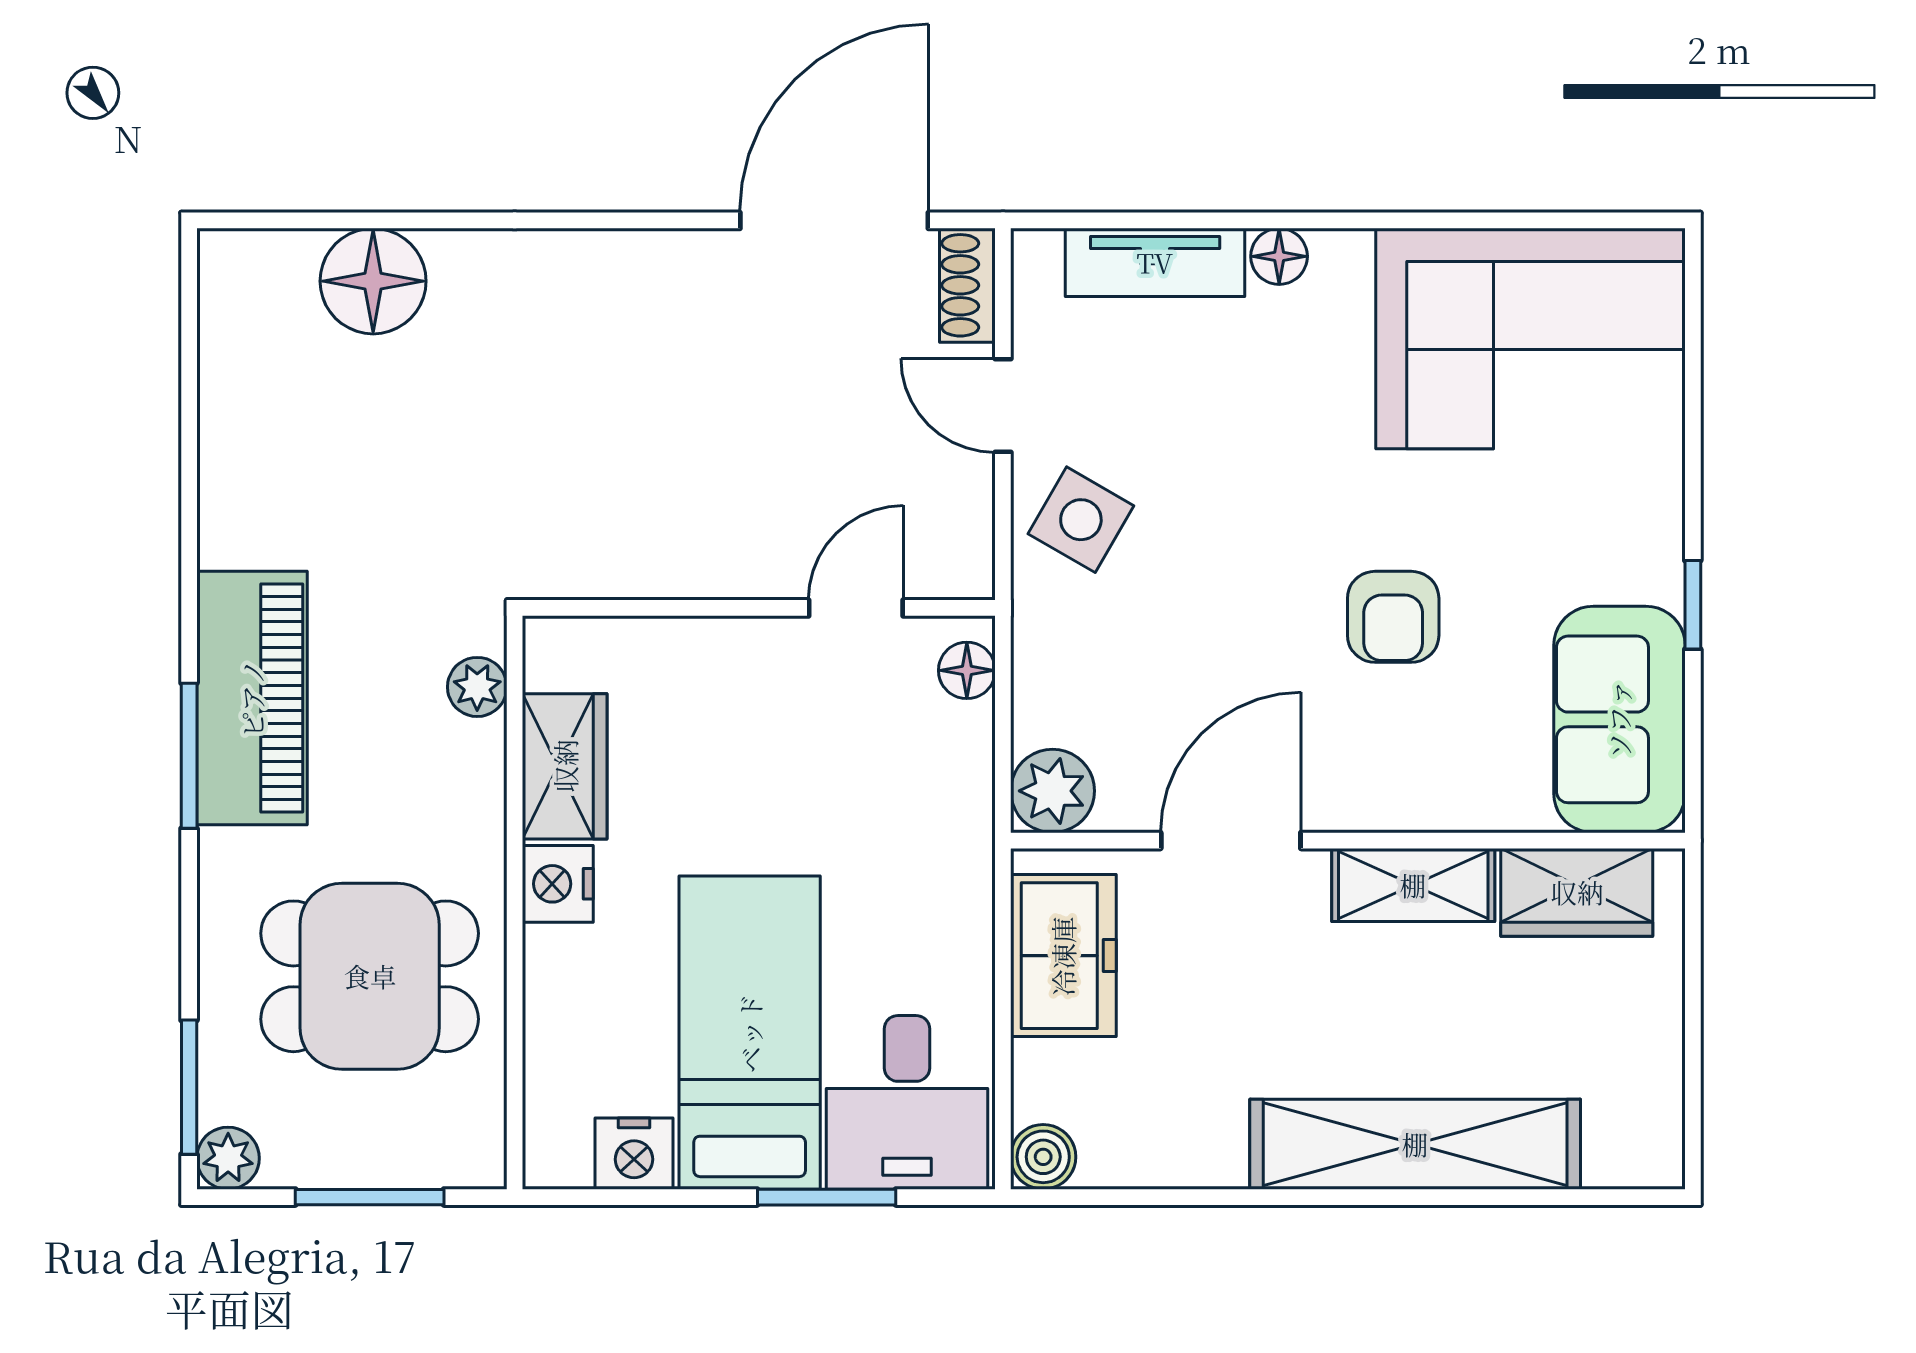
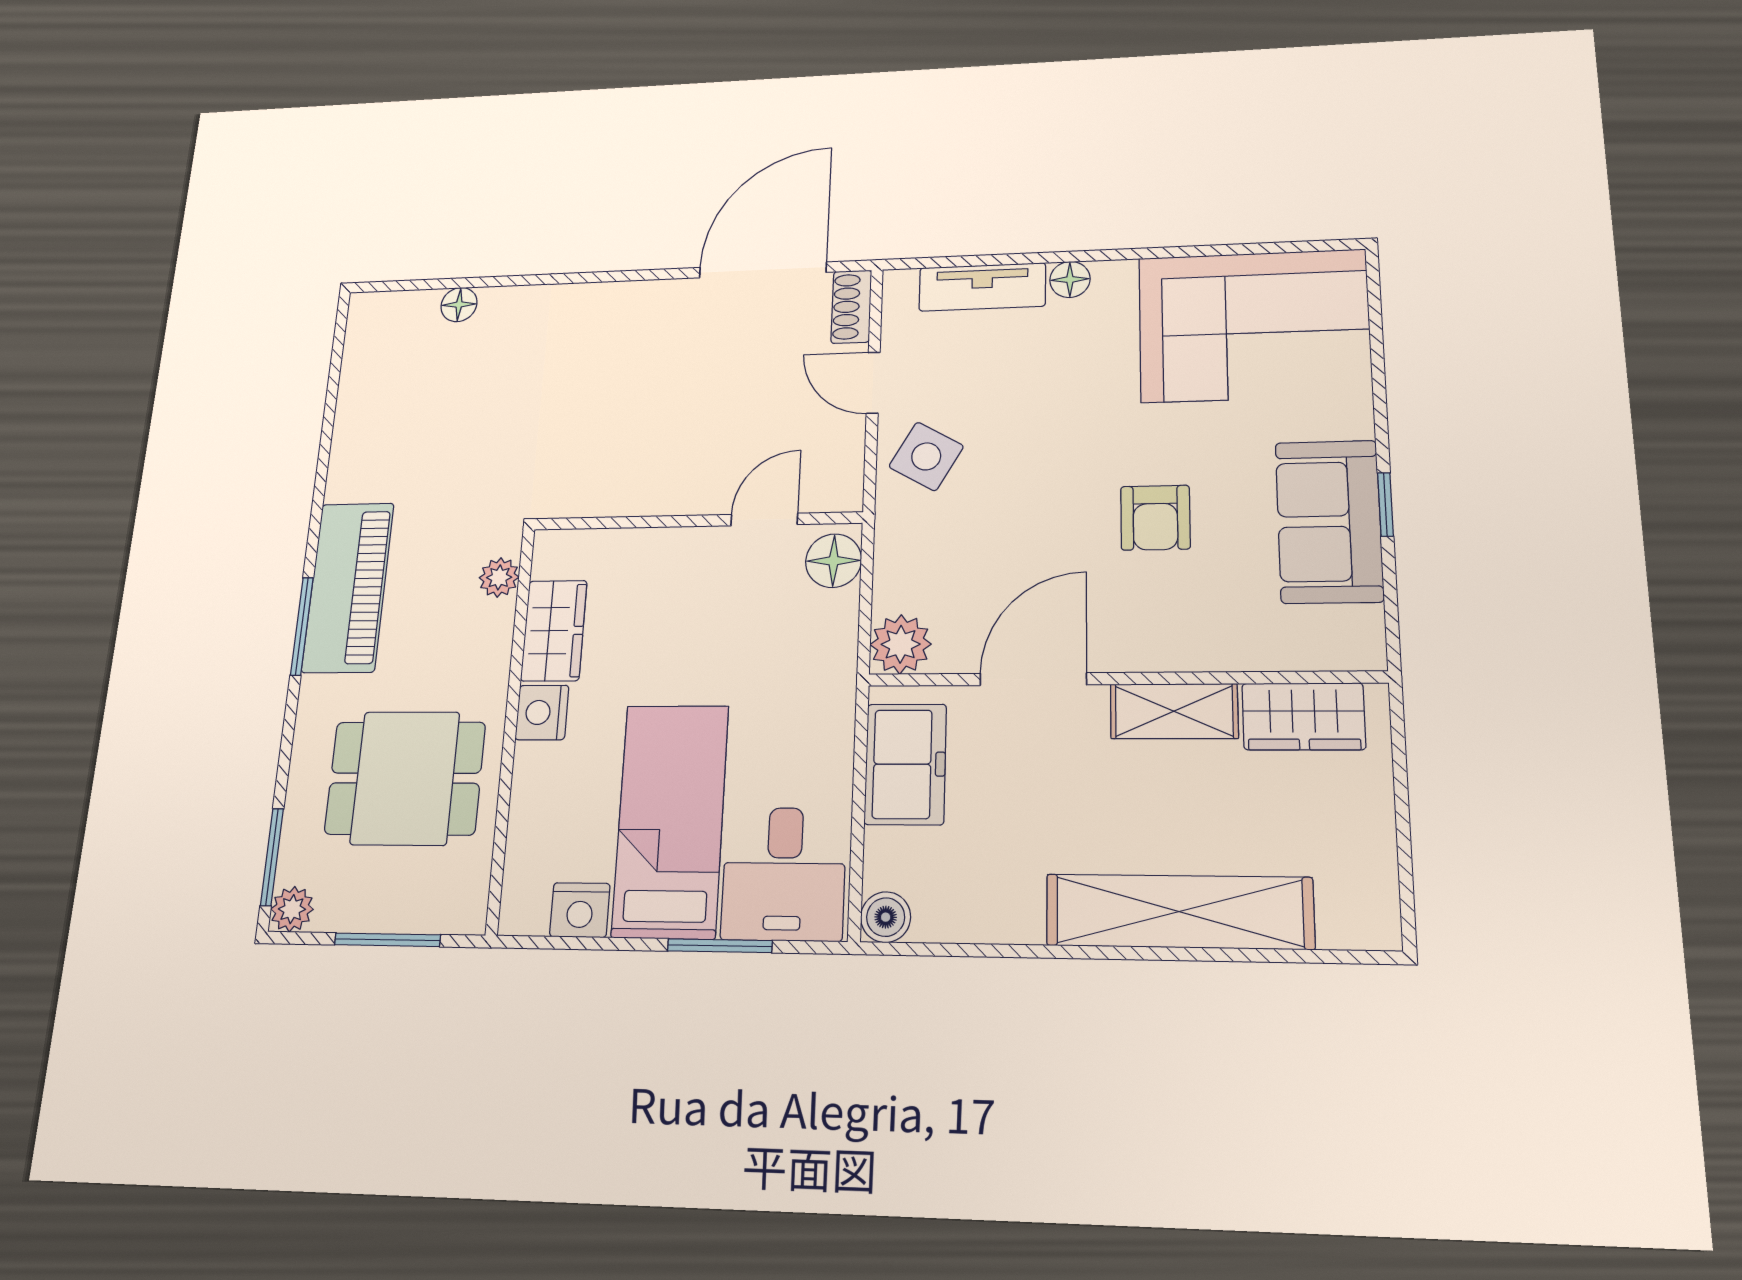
floor lamp: (373, 281) -> (459, 305), width x0.53, depth x0.53
floor lamp: (967, 670) -> (834, 561), width x1.37, depth x1.37
sofa: (1619, 719) -> (1329, 521), moved

